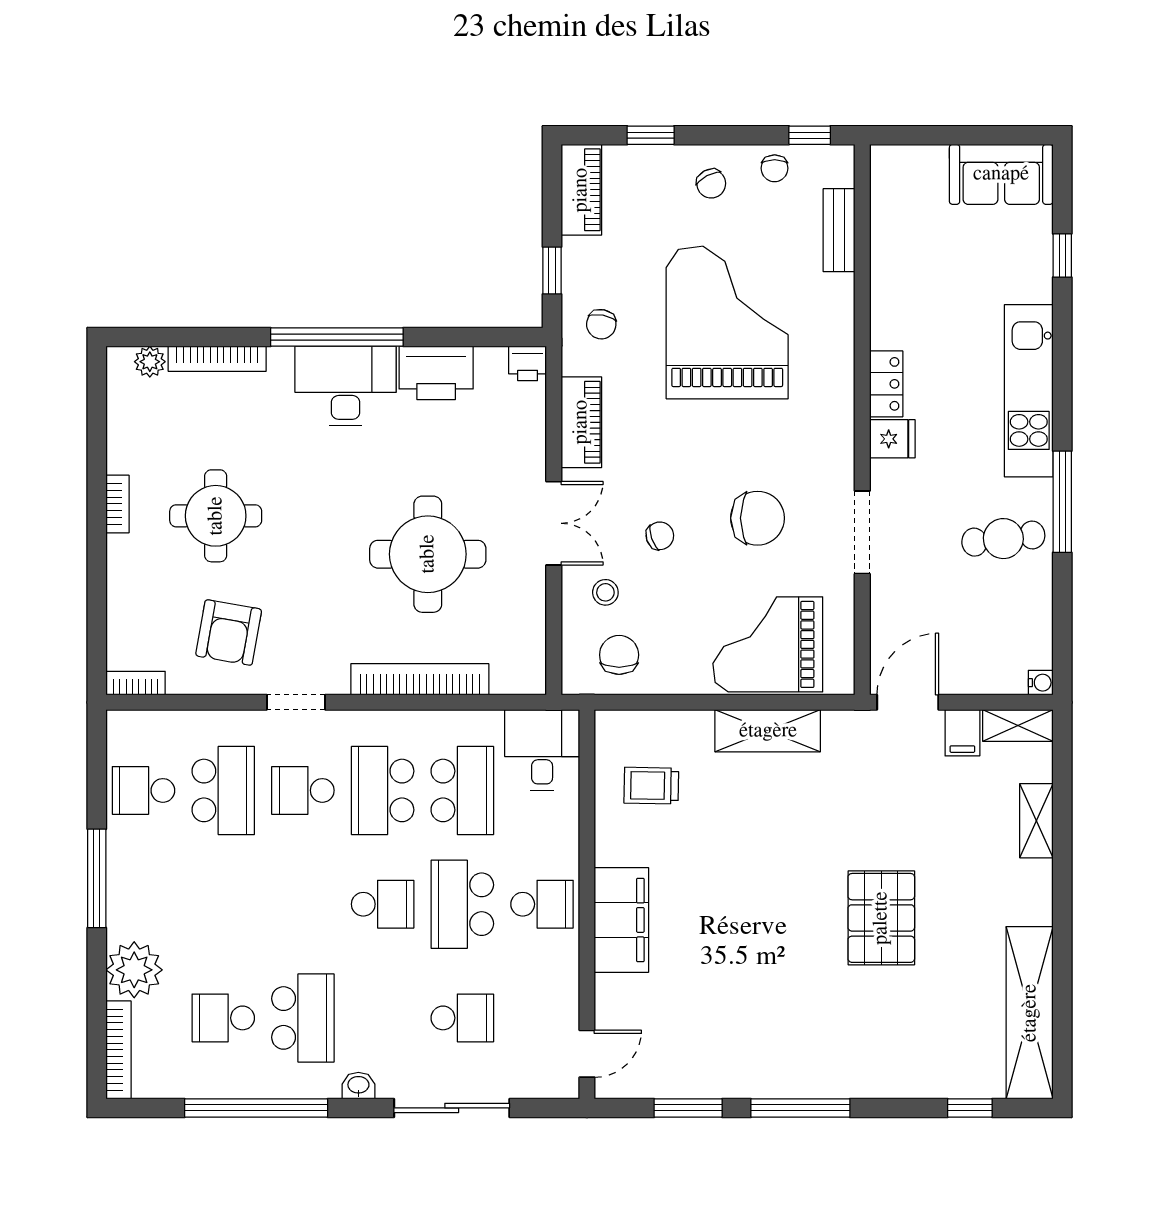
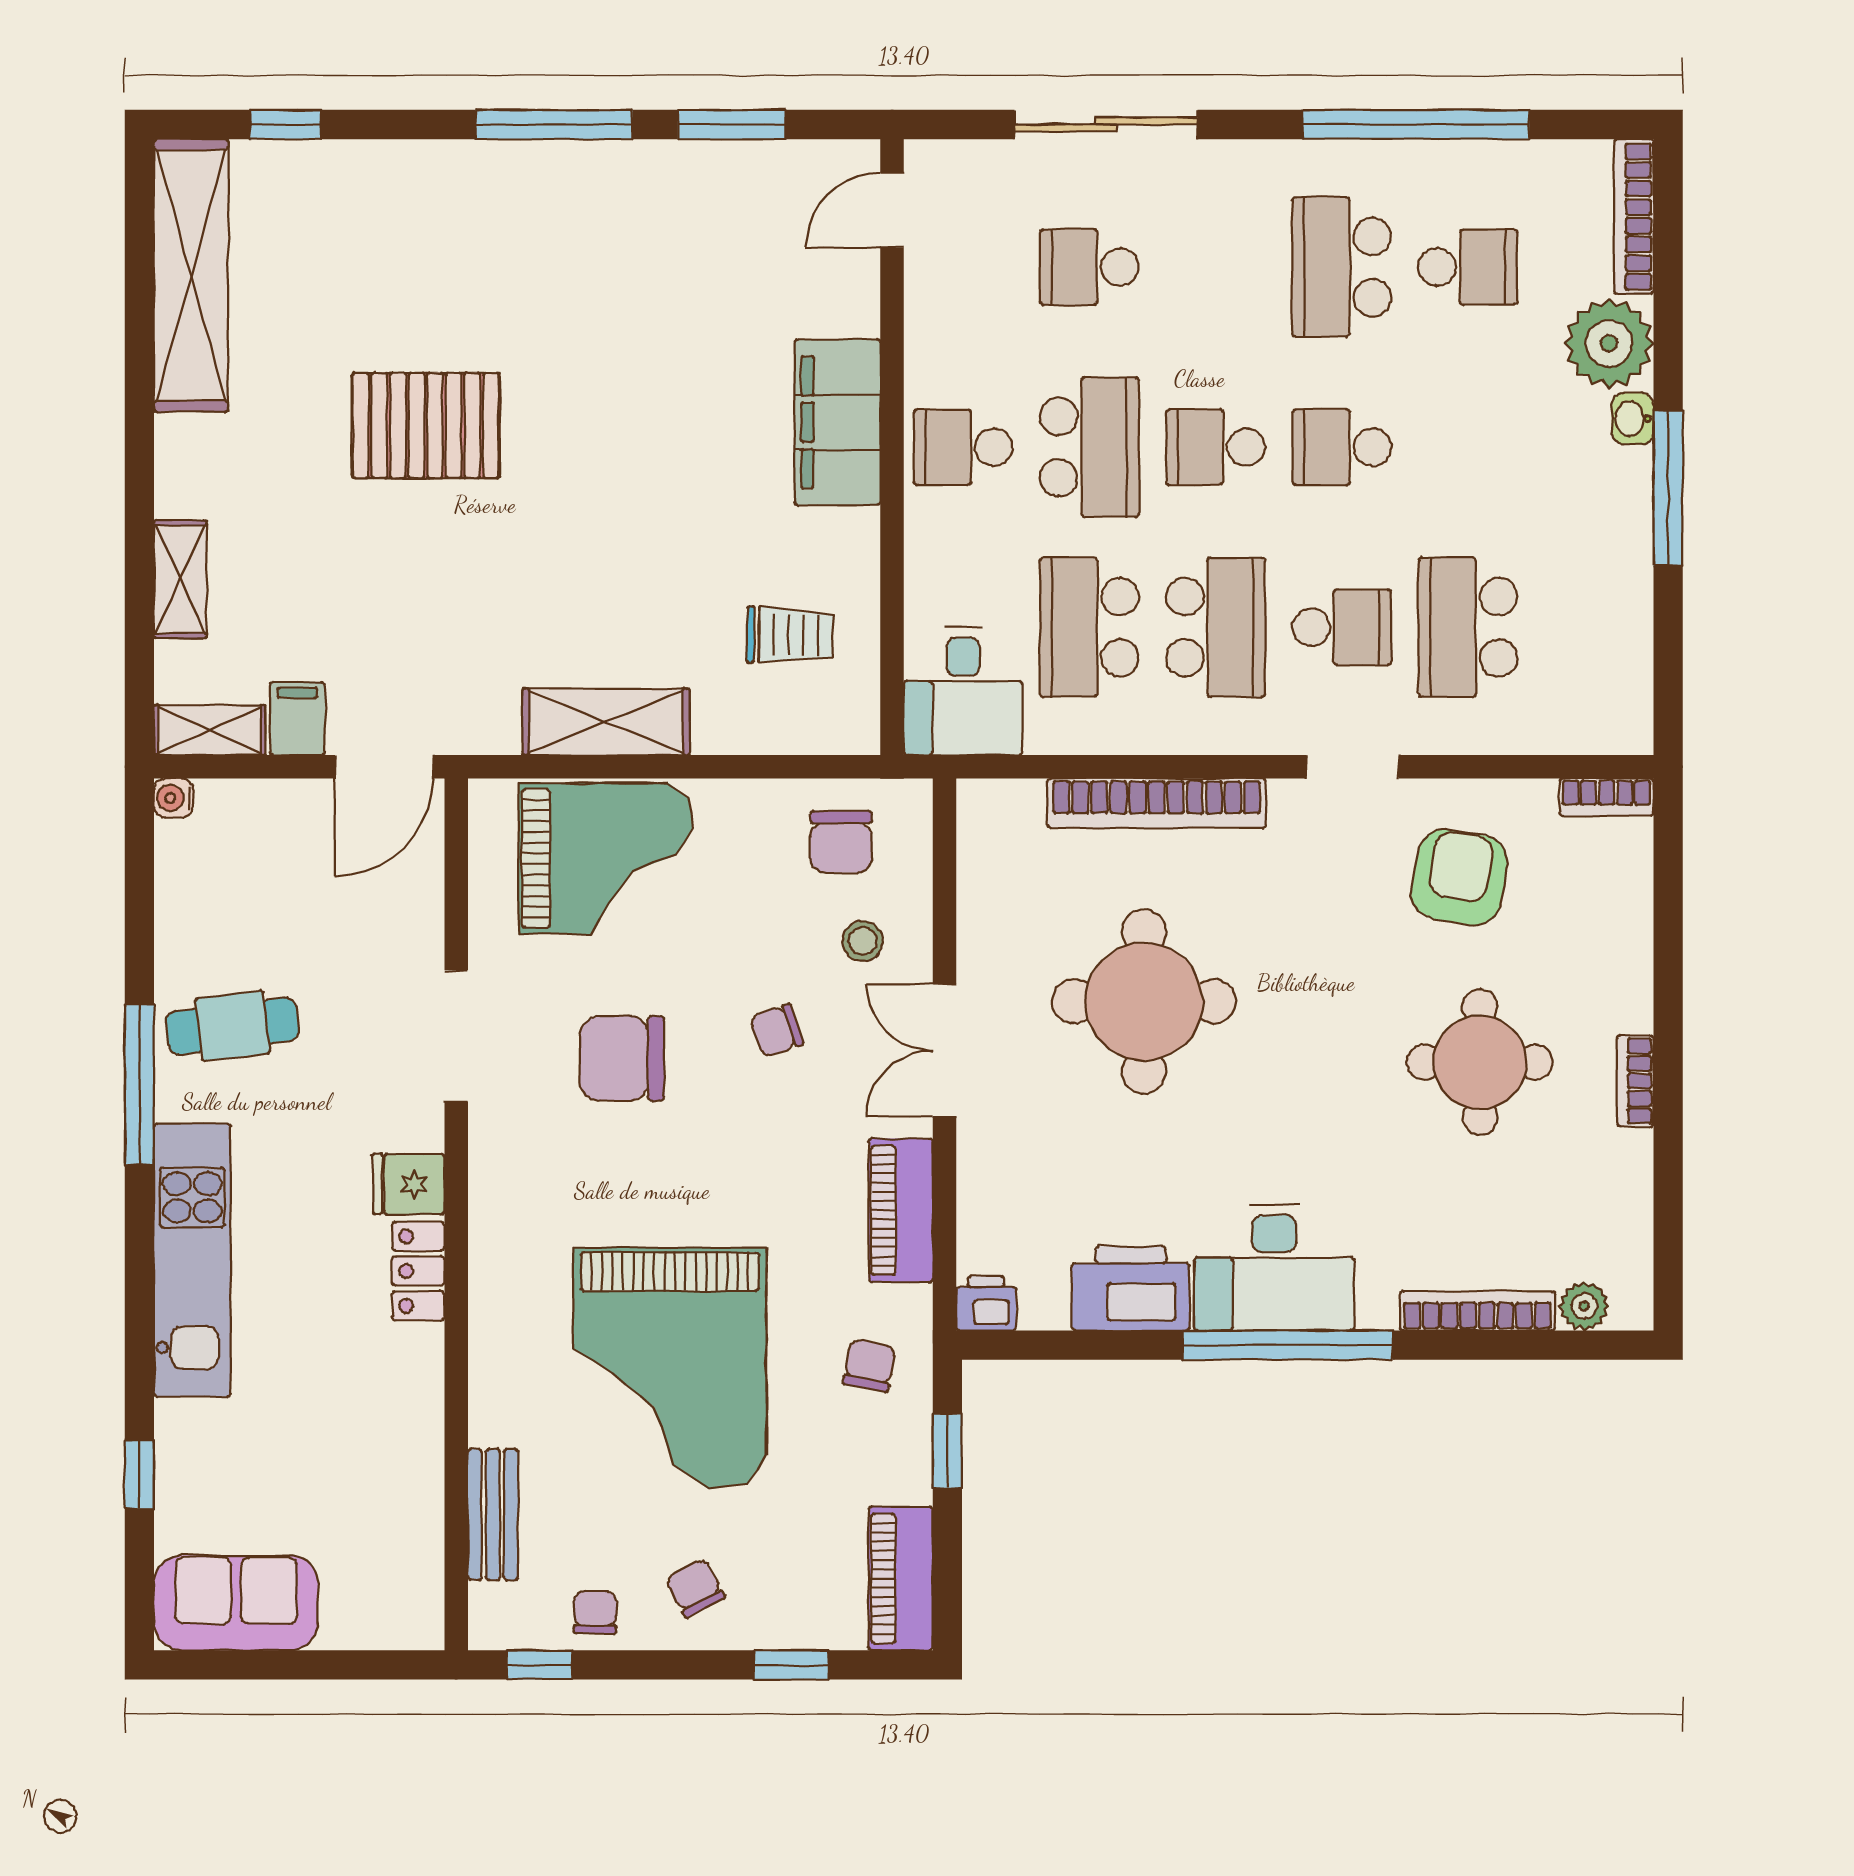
school desk: (144, 790) -> (1342, 447), moved, turned 180
pallet: (881, 918) -> (426, 425), turned 90
washbasin: (358, 1086) -> (1633, 418), moved, turned 90

